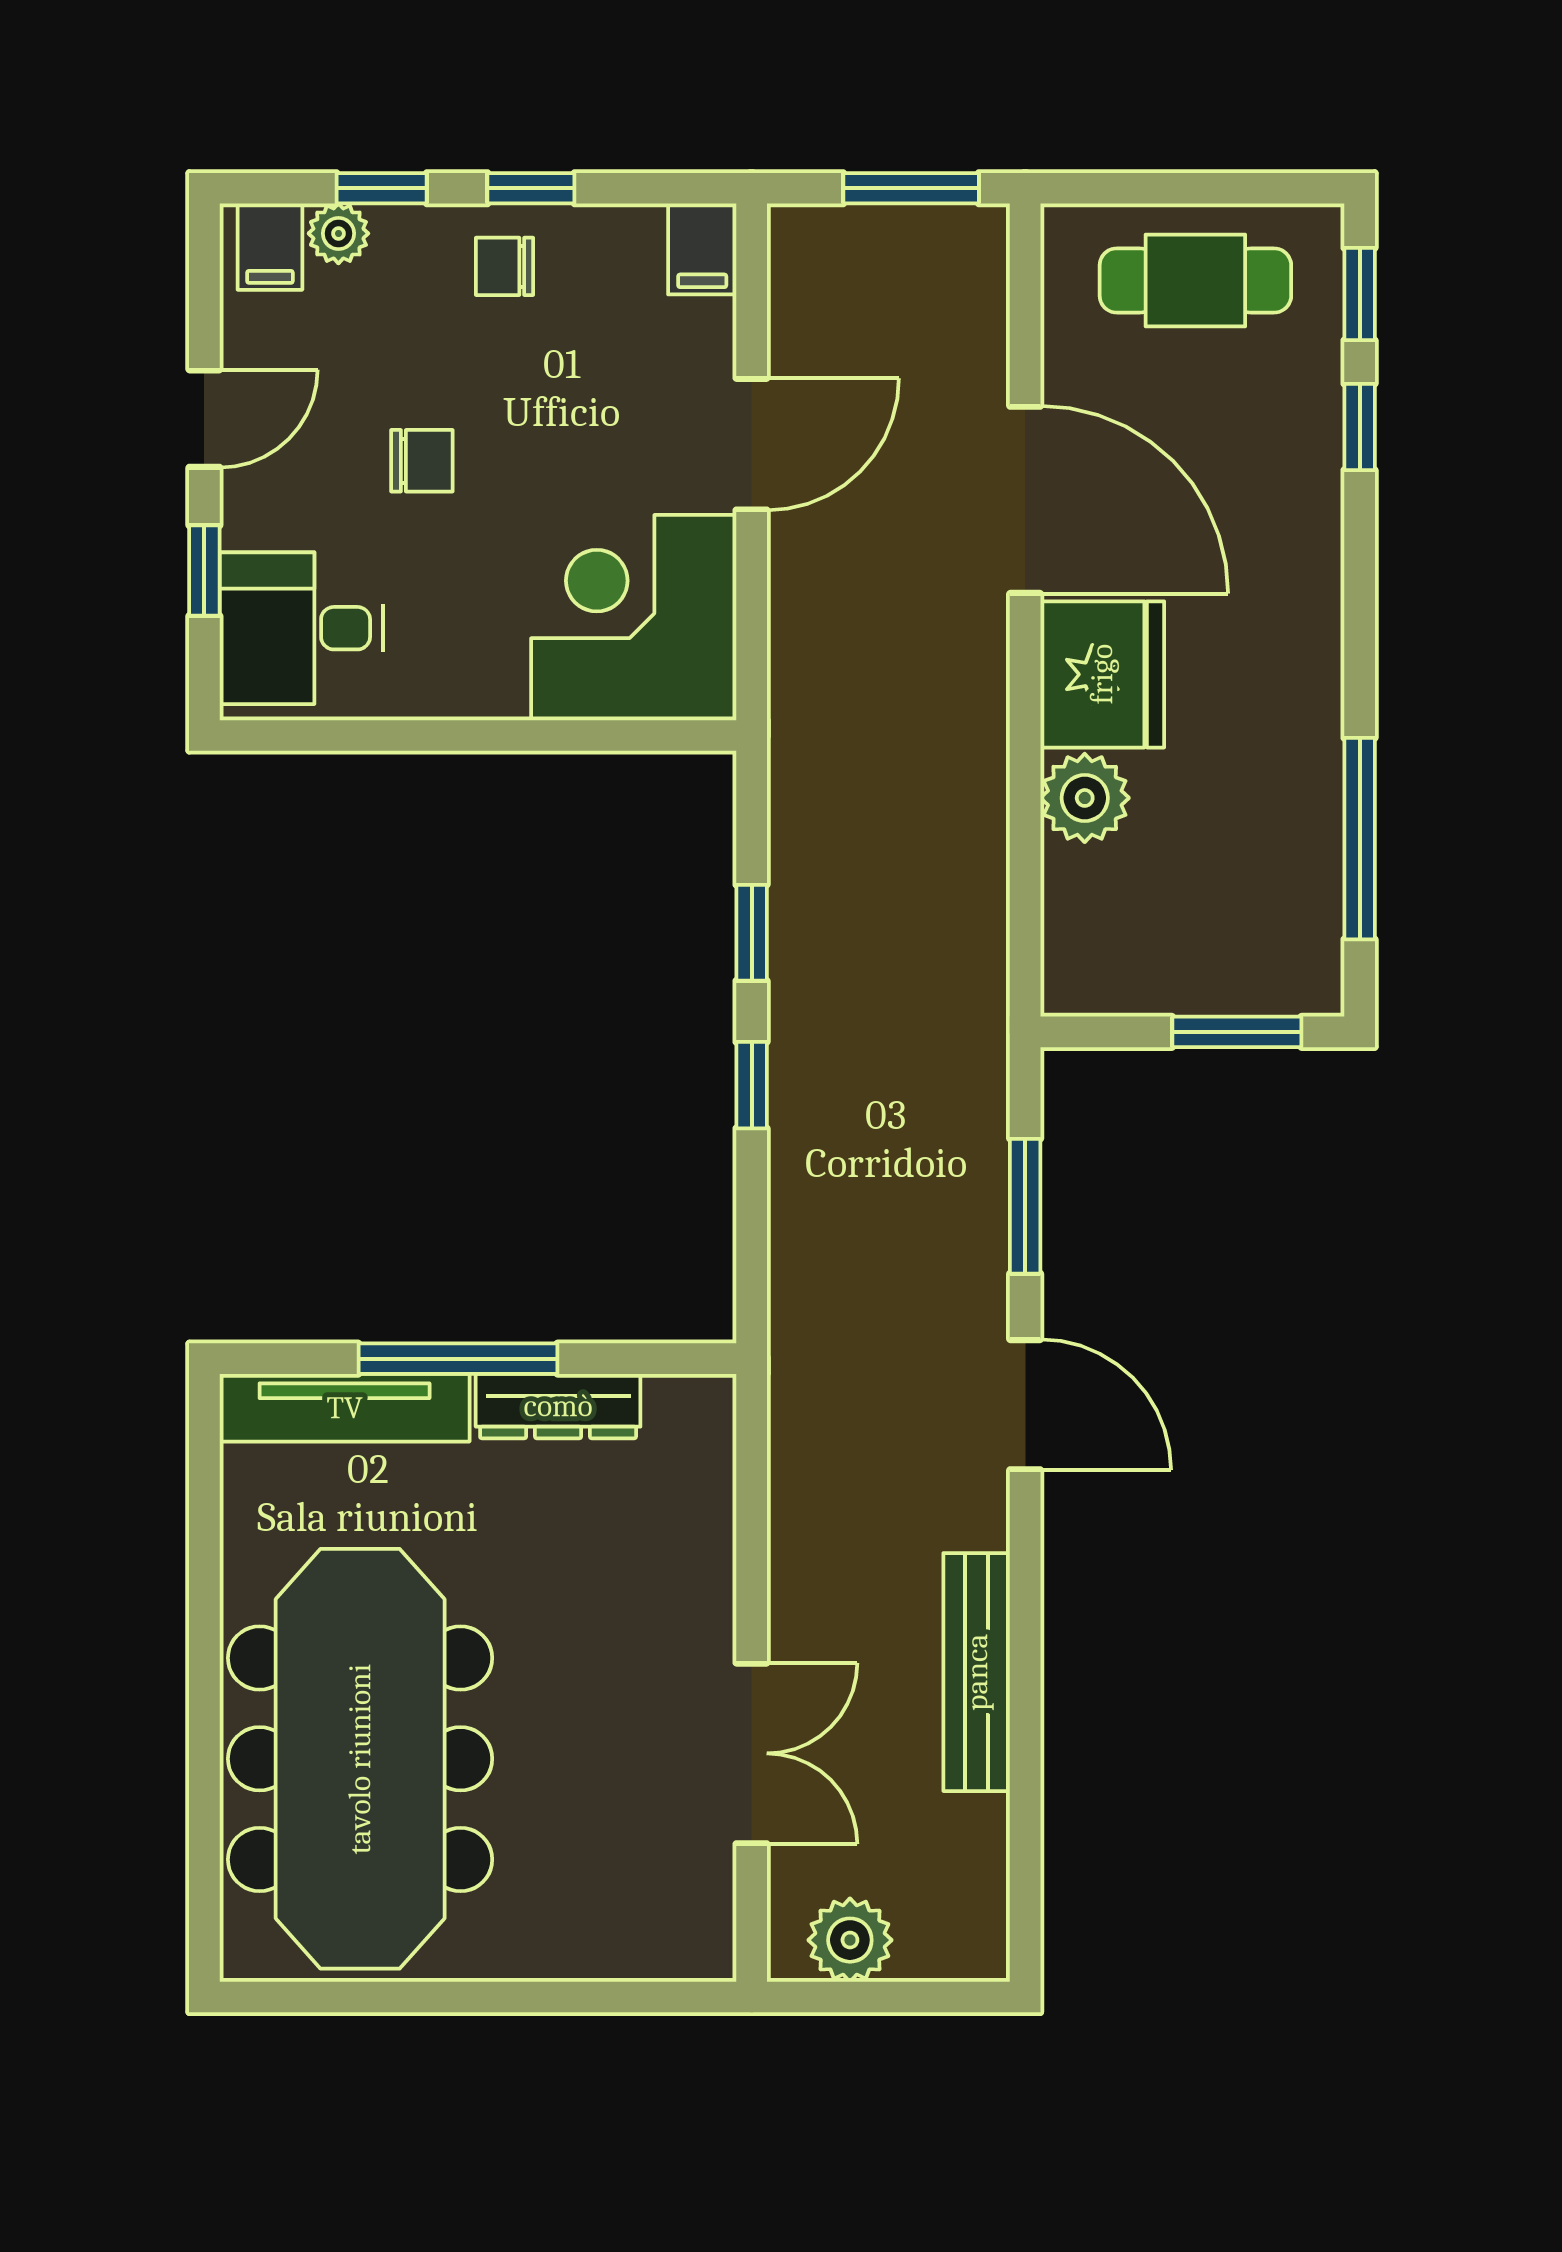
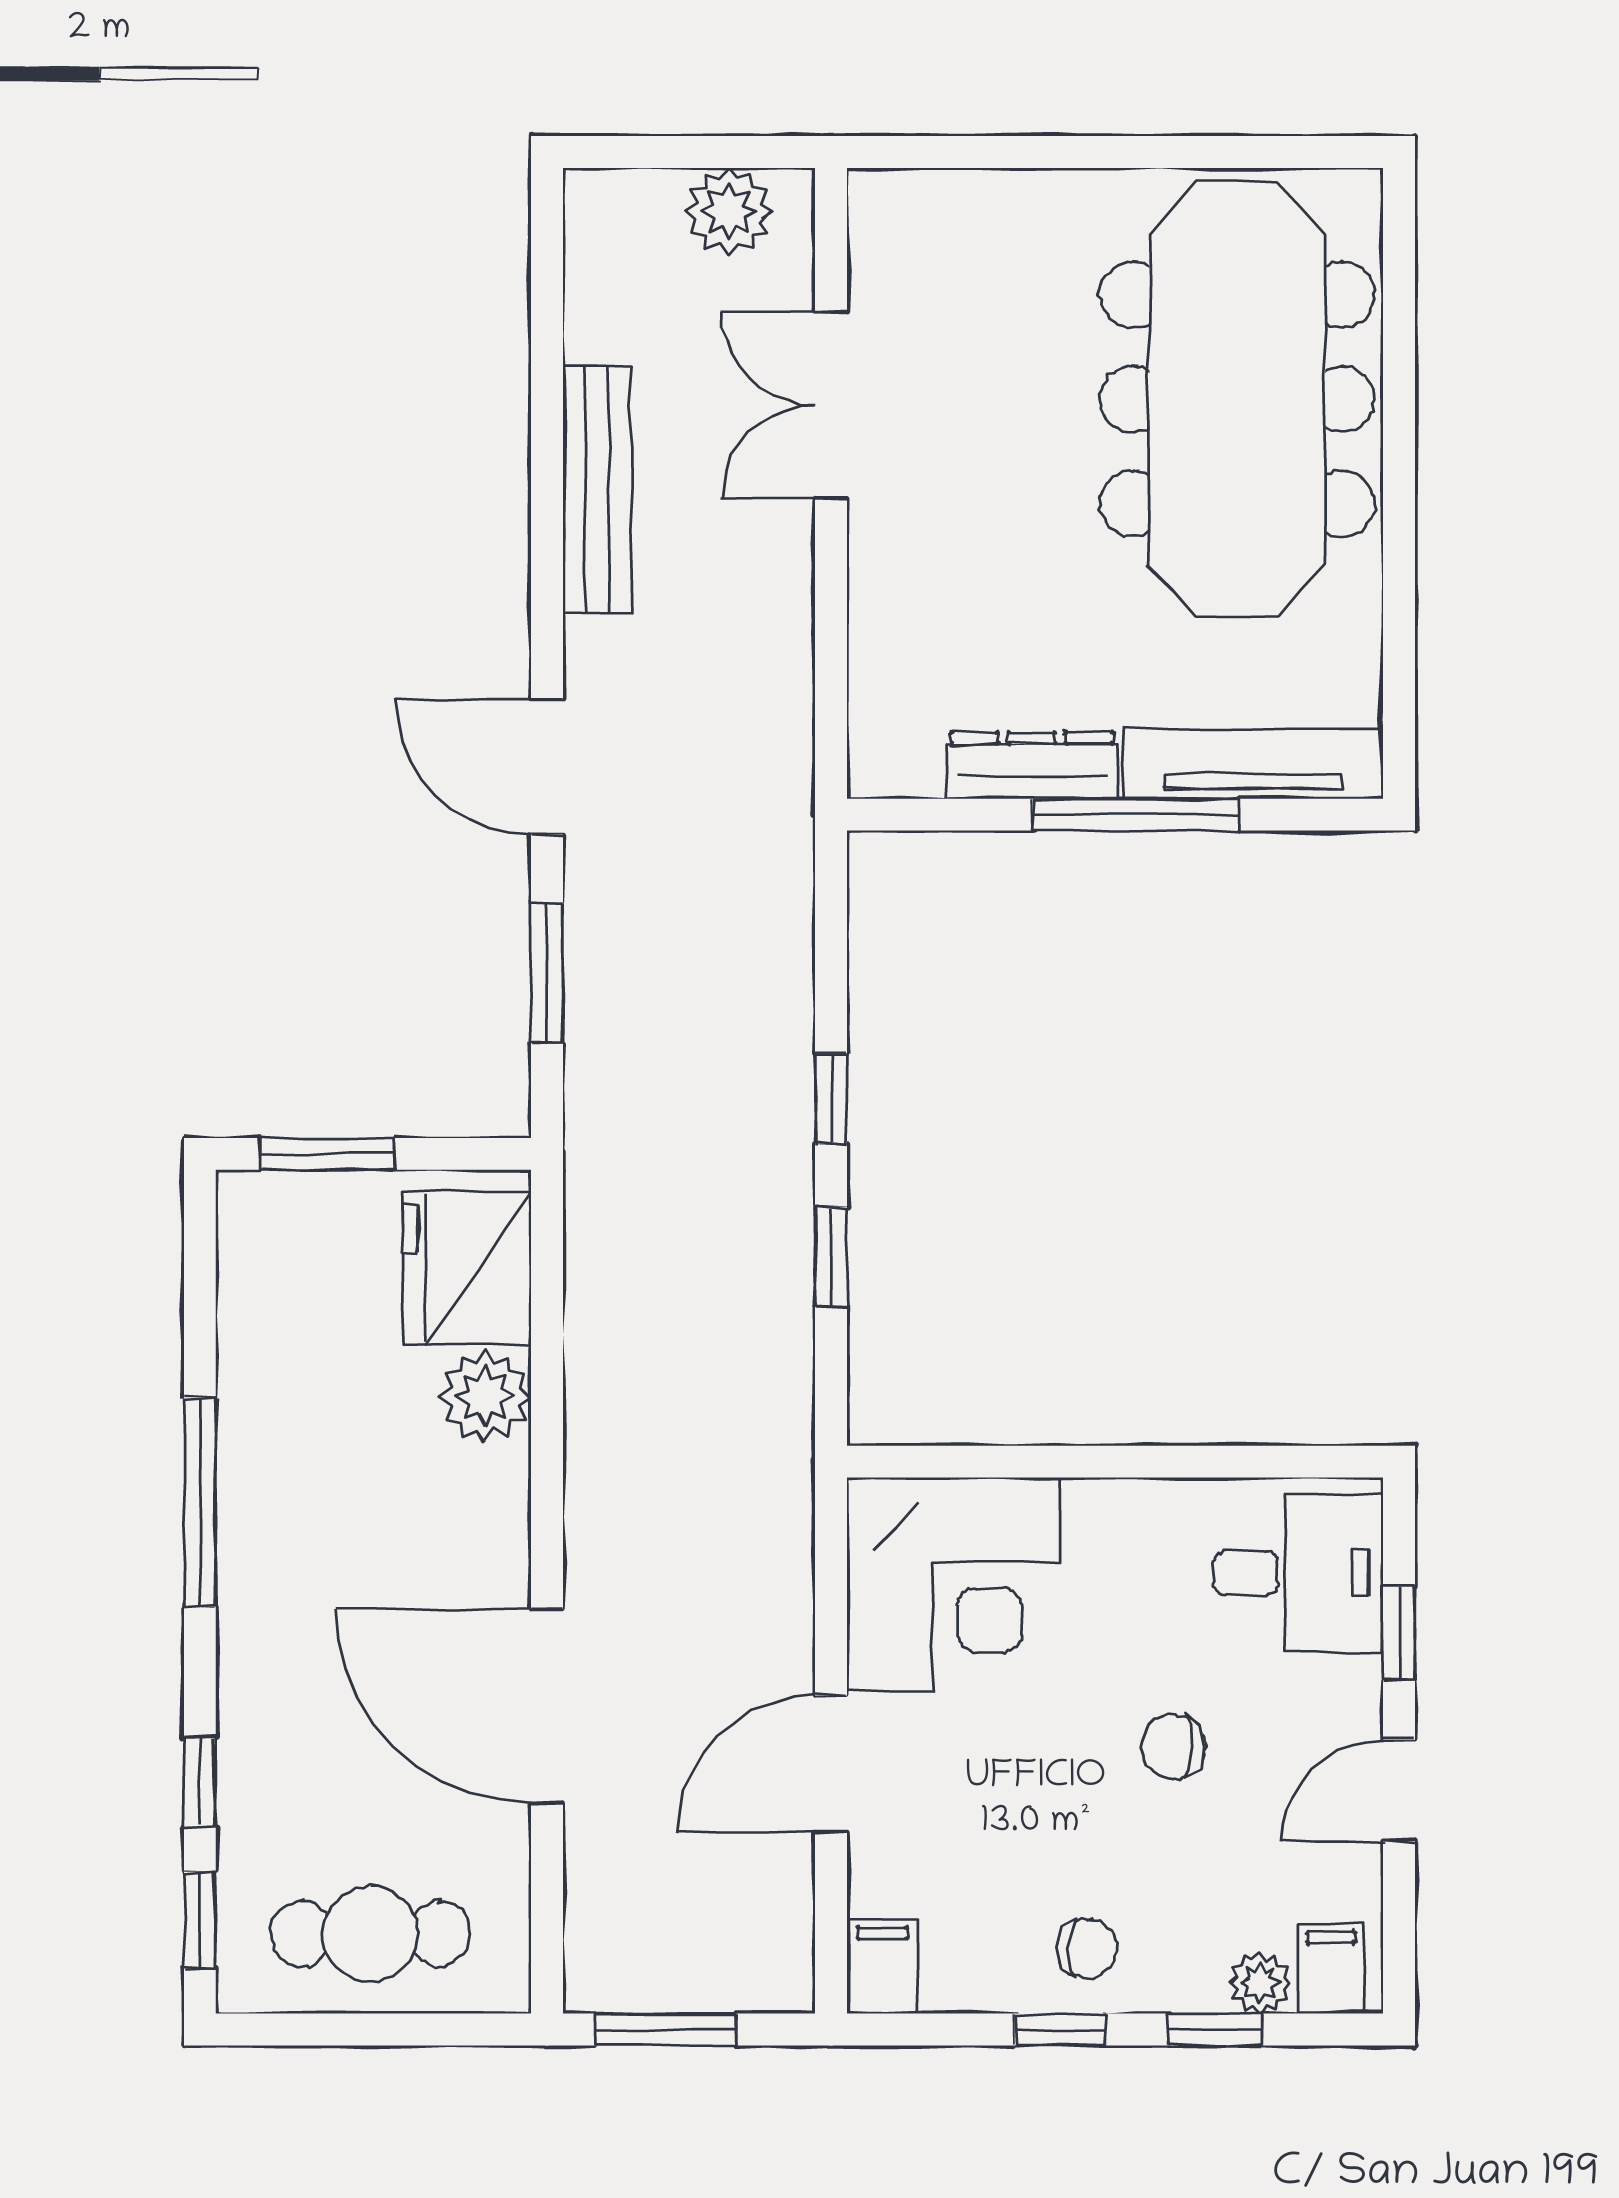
fridge: (1102, 674) -> (467, 1268), moved
window: (1360, 839) -> (200, 1502), moved

